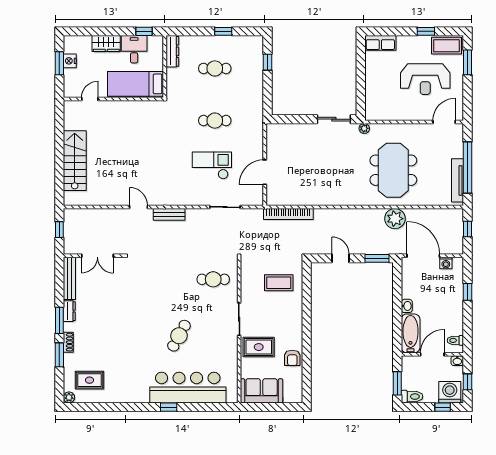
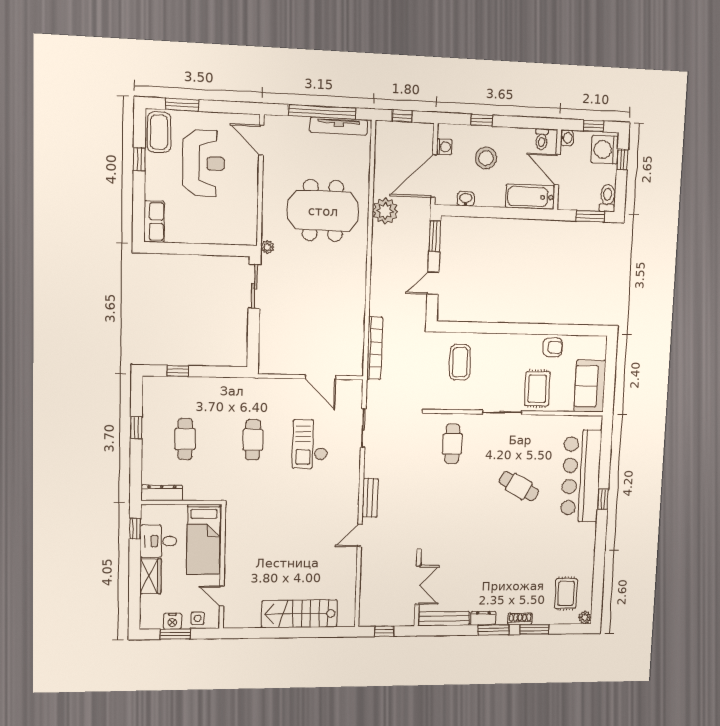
side table: (72, 80) -> (198, 618), added
stool: (439, 297) -> (486, 158), added
washbasin: (407, 306) -> (466, 199), moved

